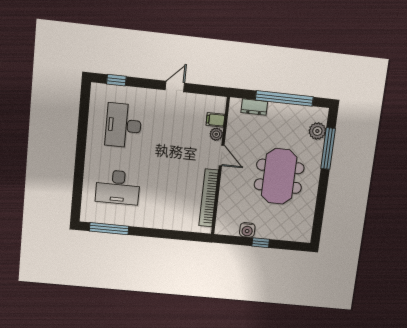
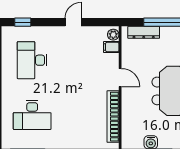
dresser: (254, 107) -> (144, 32), width x1.44
plant: (216, 134) -> (113, 35), moved

